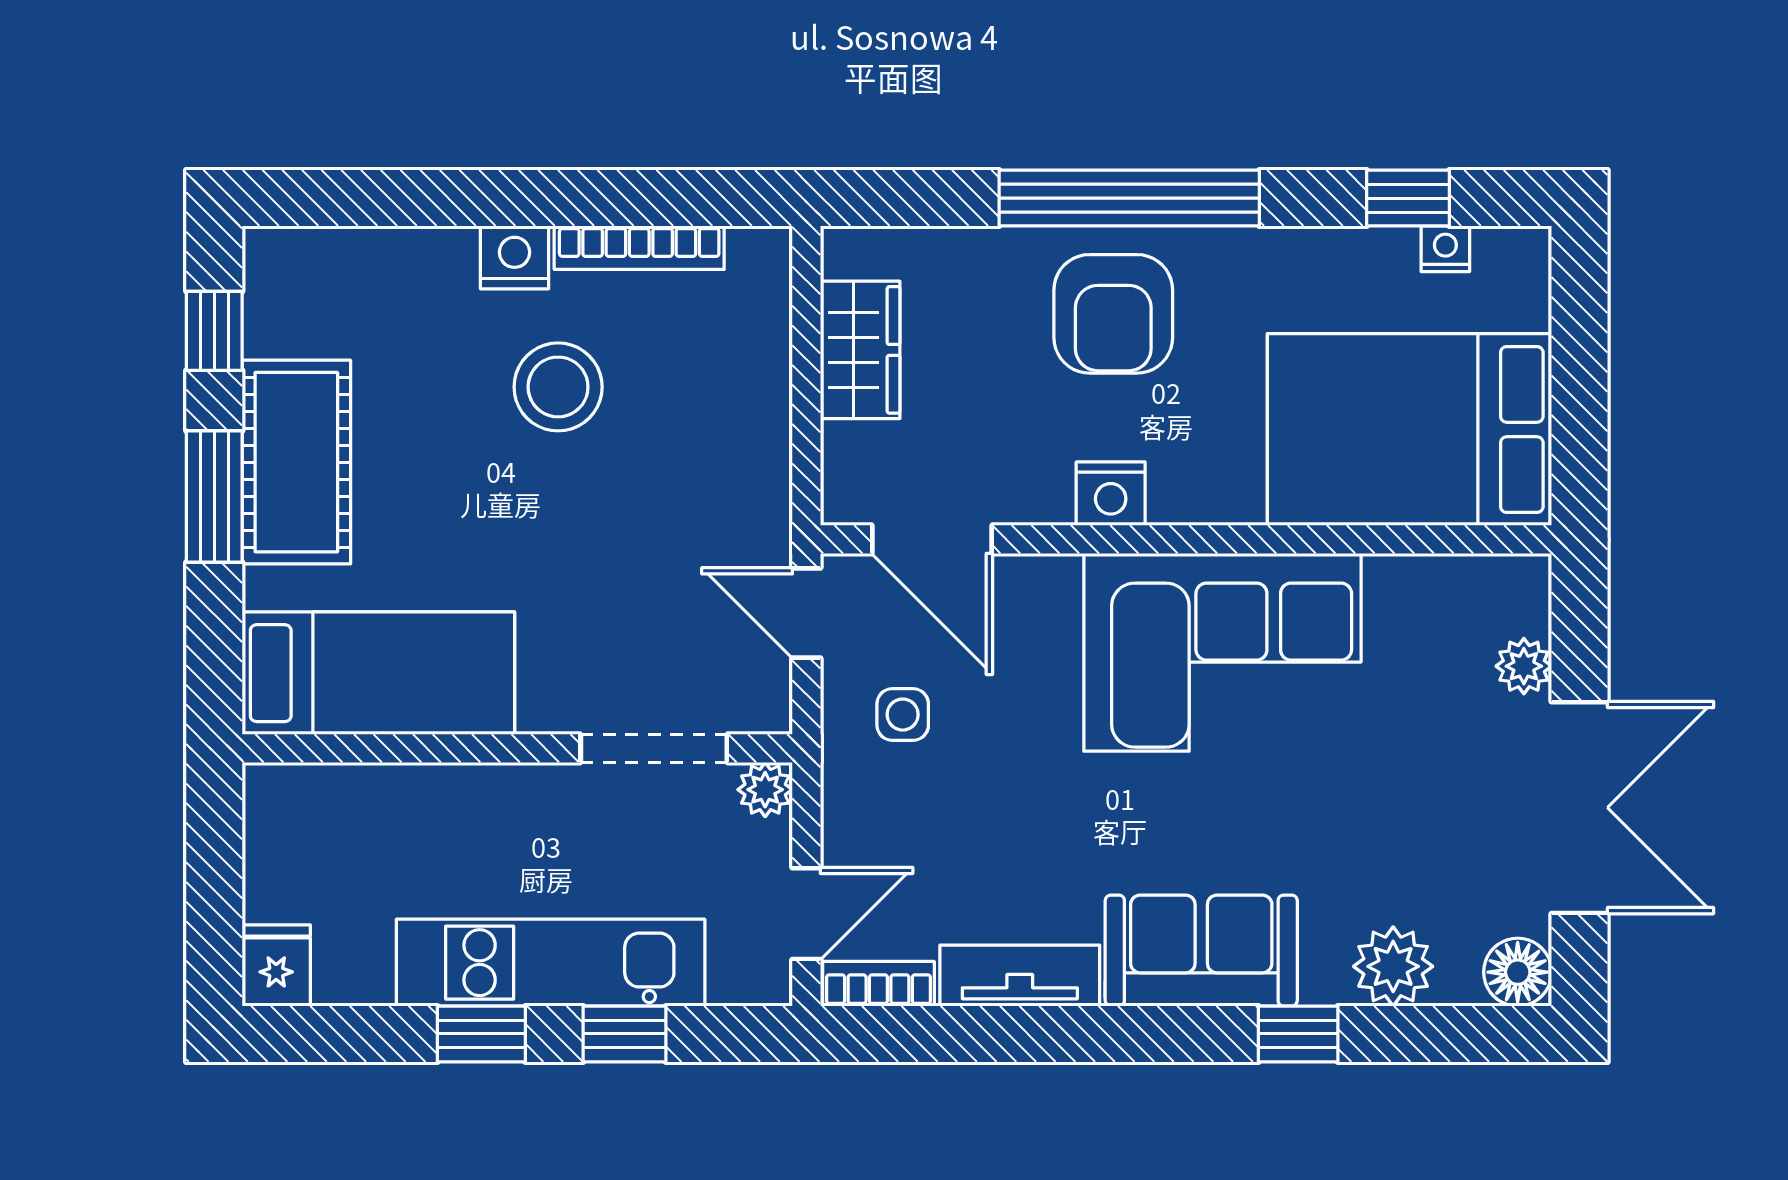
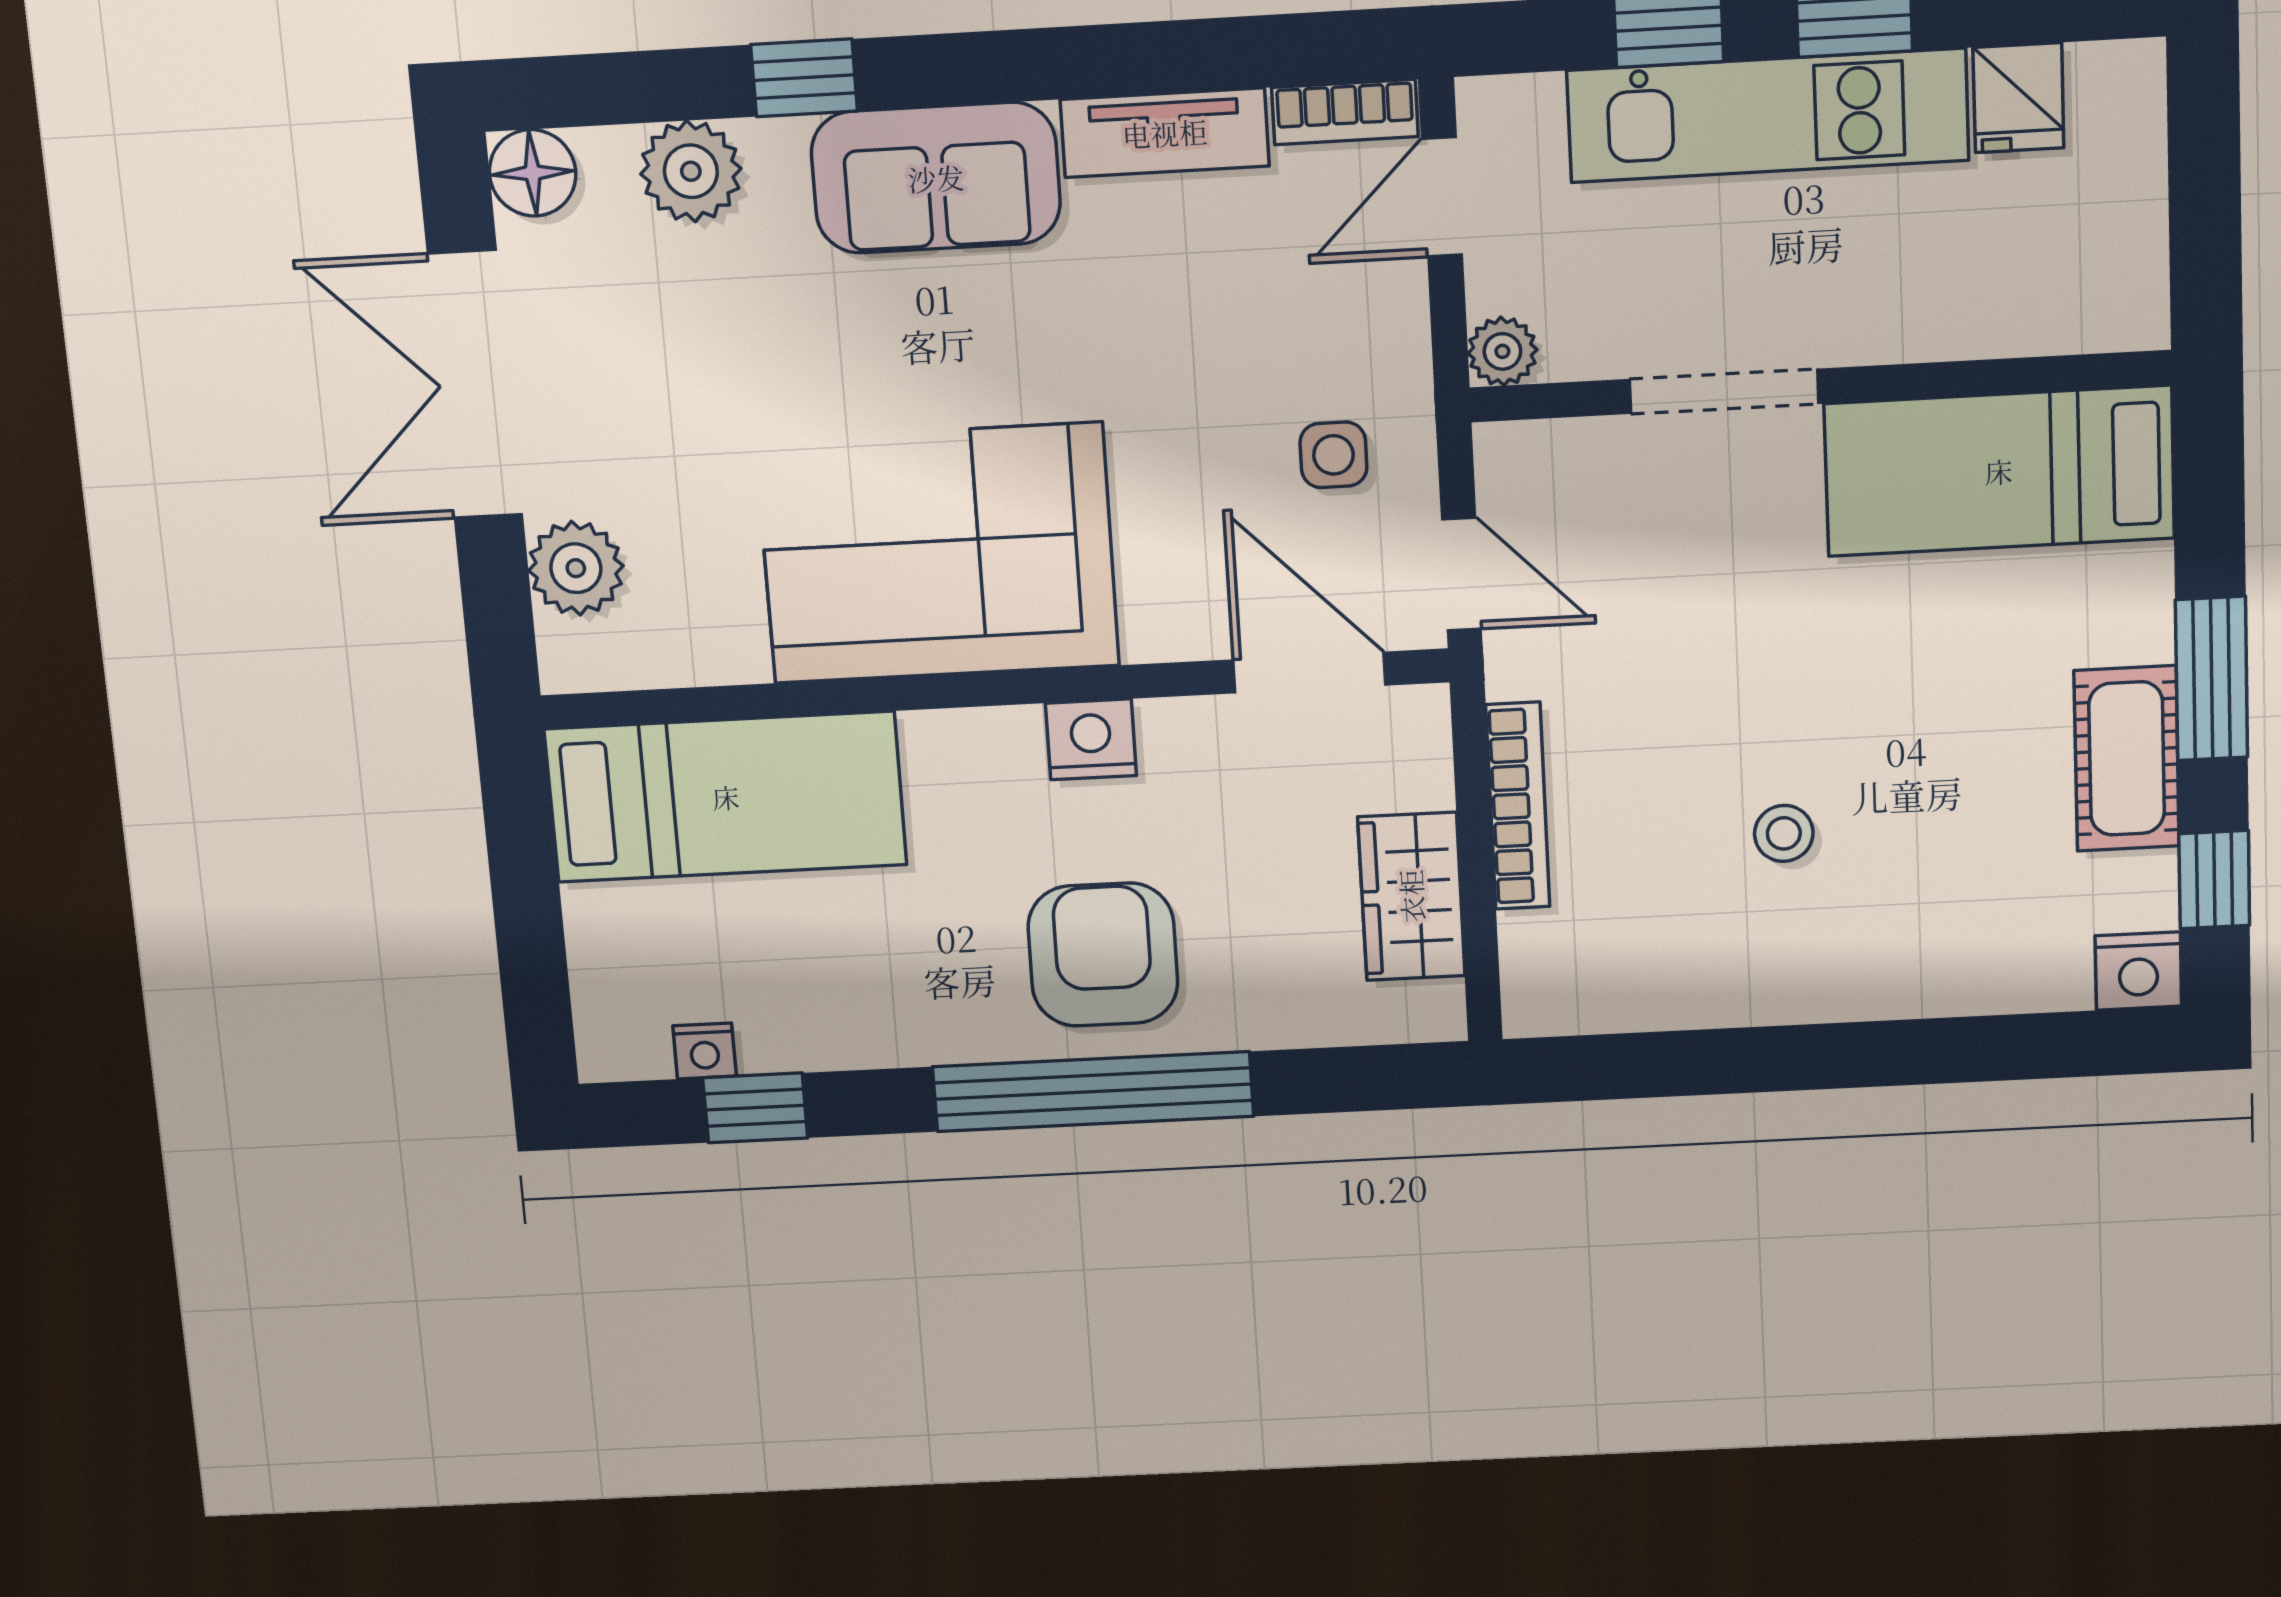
bookcase: (639, 248) -> (1518, 806), moved, turned 90
nightstand: (514, 257) -> (2138, 971), moved
stool: (558, 387) -> (1784, 833), width x0.53, depth x0.53
bed: (1410, 430) -> (726, 797), width x0.67
cot: (296, 462) -> (2127, 758), width x0.73, depth x0.75
plant: (1524, 666) -> (576, 568), width x1.38, depth x1.38
doorway: (654, 748) -> (1724, 391), moved
fridge: (276, 965) -> (2018, 98), moved

